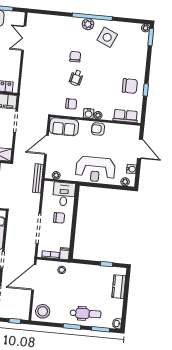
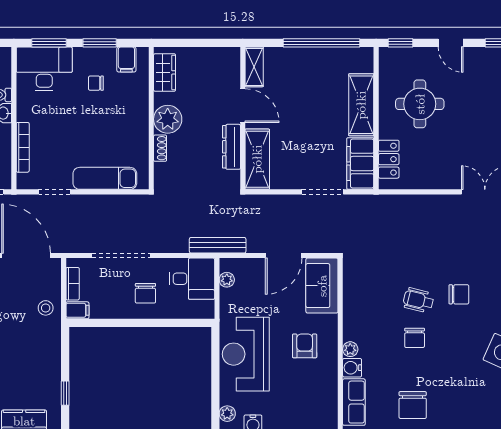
chair: (71, 104) -> (415, 338), moved
water cooler: (89, 113) -> (352, 368), moved
armchair: (98, 129) -> (305, 346), moved
door: (47, 145) -> (284, 256), swing flipped
desk: (64, 194) -> (192, 279), moved

